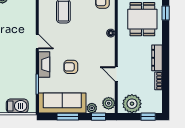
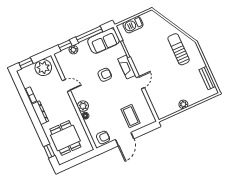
door: (37, 42) -> (140, 83), swing flipped
sofa: (62, 103) -> (103, 41), width x0.73
plant: (109, 103) -> (83, 106), moved
window: (68, 117) -> (89, 34), width x1.44

